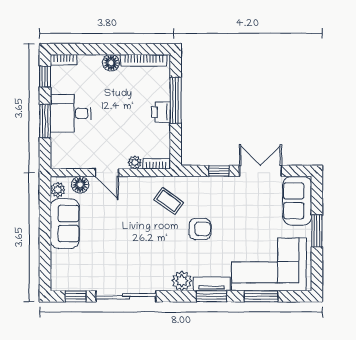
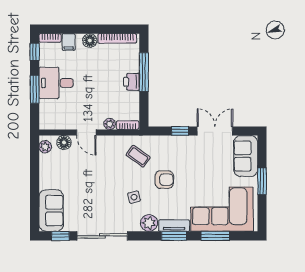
filing cabinet: (86, 65) -> (69, 42), added
sofa: (65, 224) -> (51, 211), moved
side table: (164, 250) -> (134, 197), added

